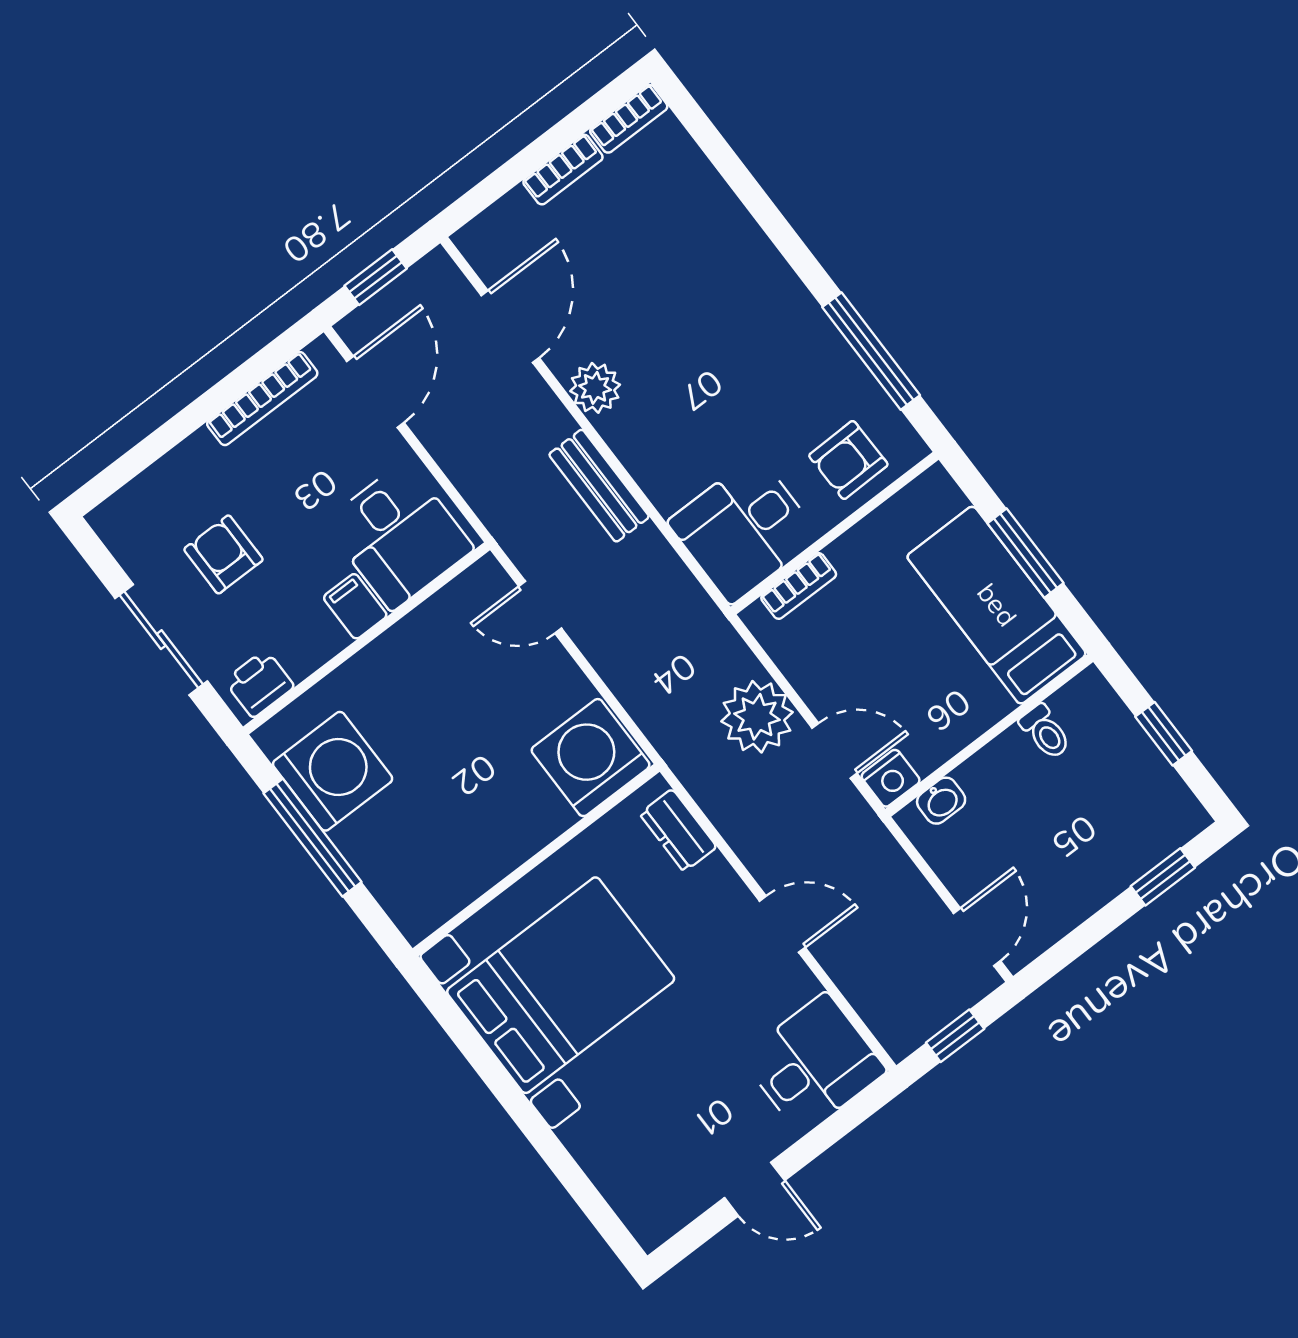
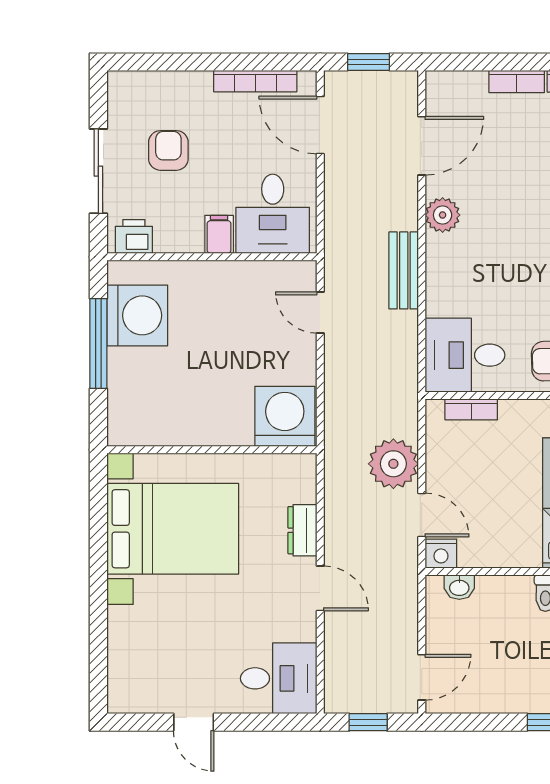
door: (375, 392) -> (320, 125), swing flipped
dresser: (678, 830) -> (302, 530), moved

